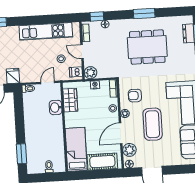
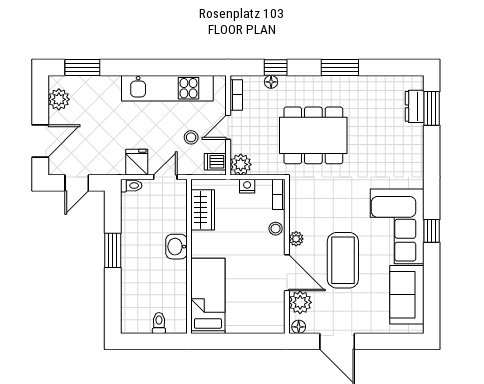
window: (97, 16) -> (276, 67), moved
dining table: (147, 47) -> (313, 135), moved
door: (82, 52) -> (228, 127), hinge flipped
fridge: (13, 76) -> (137, 162), moved
armchair: (135, 96) -> (315, 209), removed
washbasin: (56, 107) -> (176, 247), moved
door: (121, 133) -> (287, 273), swing flipped
window: (22, 154) -> (113, 250), moved
cot: (102, 162) -> (252, 320), removed

